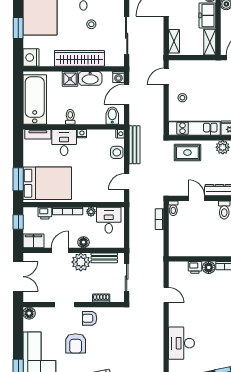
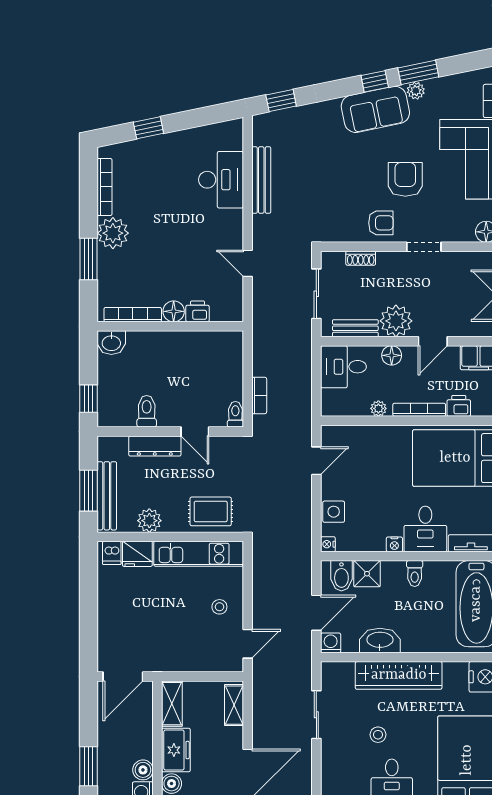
sliding door: (127, 36) -> (316, 715), width x0.73
shower: (70, 79) -> (367, 574), moved
bench: (135, 145) -> (261, 180), moved
desk: (109, 220) -> (343, 367), moved, turned 90

